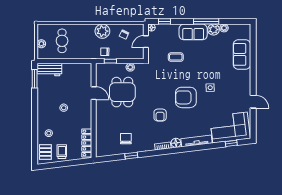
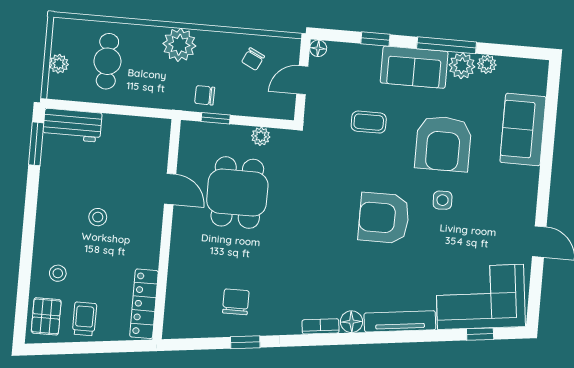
window: (164, 21) -> (375, 39), moved
plant: (102, 31) -> (179, 45), moved
armchair: (160, 115) -> (443, 144), moved, width x1.88, depth x1.88

